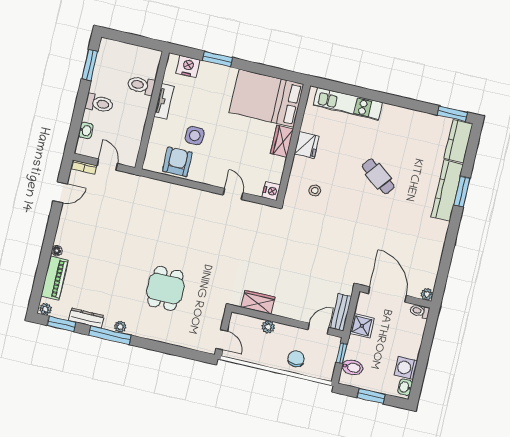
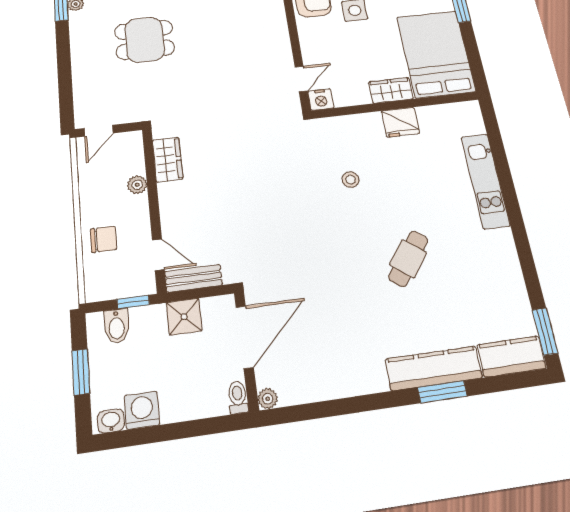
bed: (266, 98) -> (436, 54), moved
wardrobe: (282, 141) -> (391, 90), moved
wall: (293, 143) -> (395, 105), moved
fridge: (307, 145) -> (400, 122), moved
nightstand: (271, 191) -> (321, 100), moved

